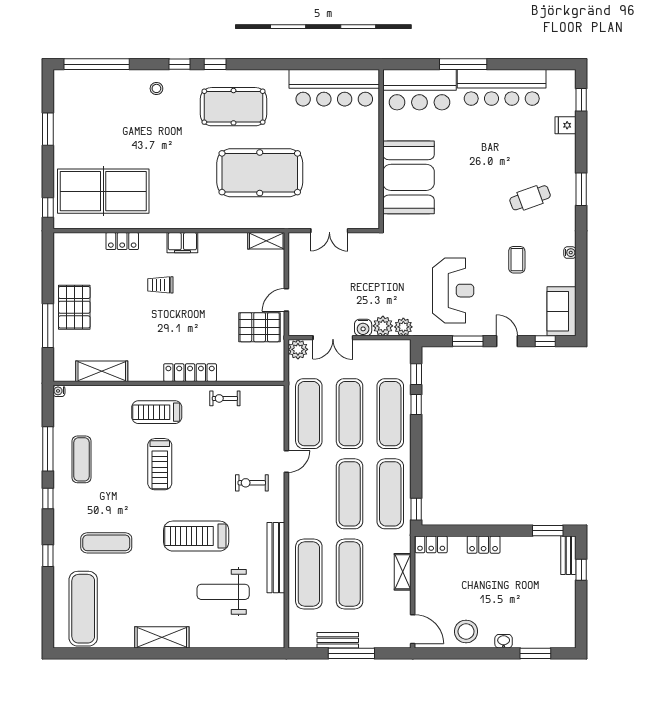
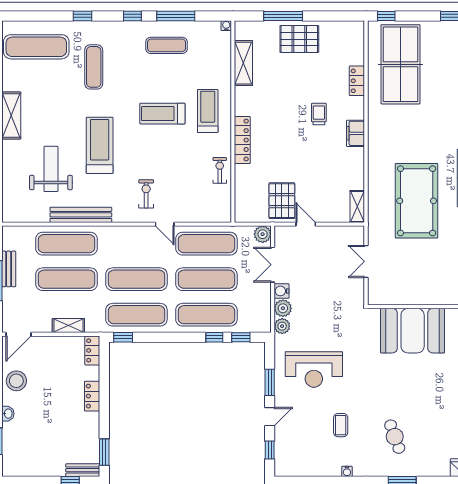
coffee table: (517, 260) -> (341, 425), turned 90
sofa: (562, 311) -> (296, 464), removed

